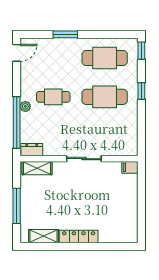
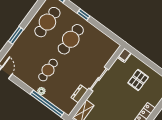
dresser: (32, 150) -> (79, 94), moved
pallet: (114, 202) -> (138, 80), added

